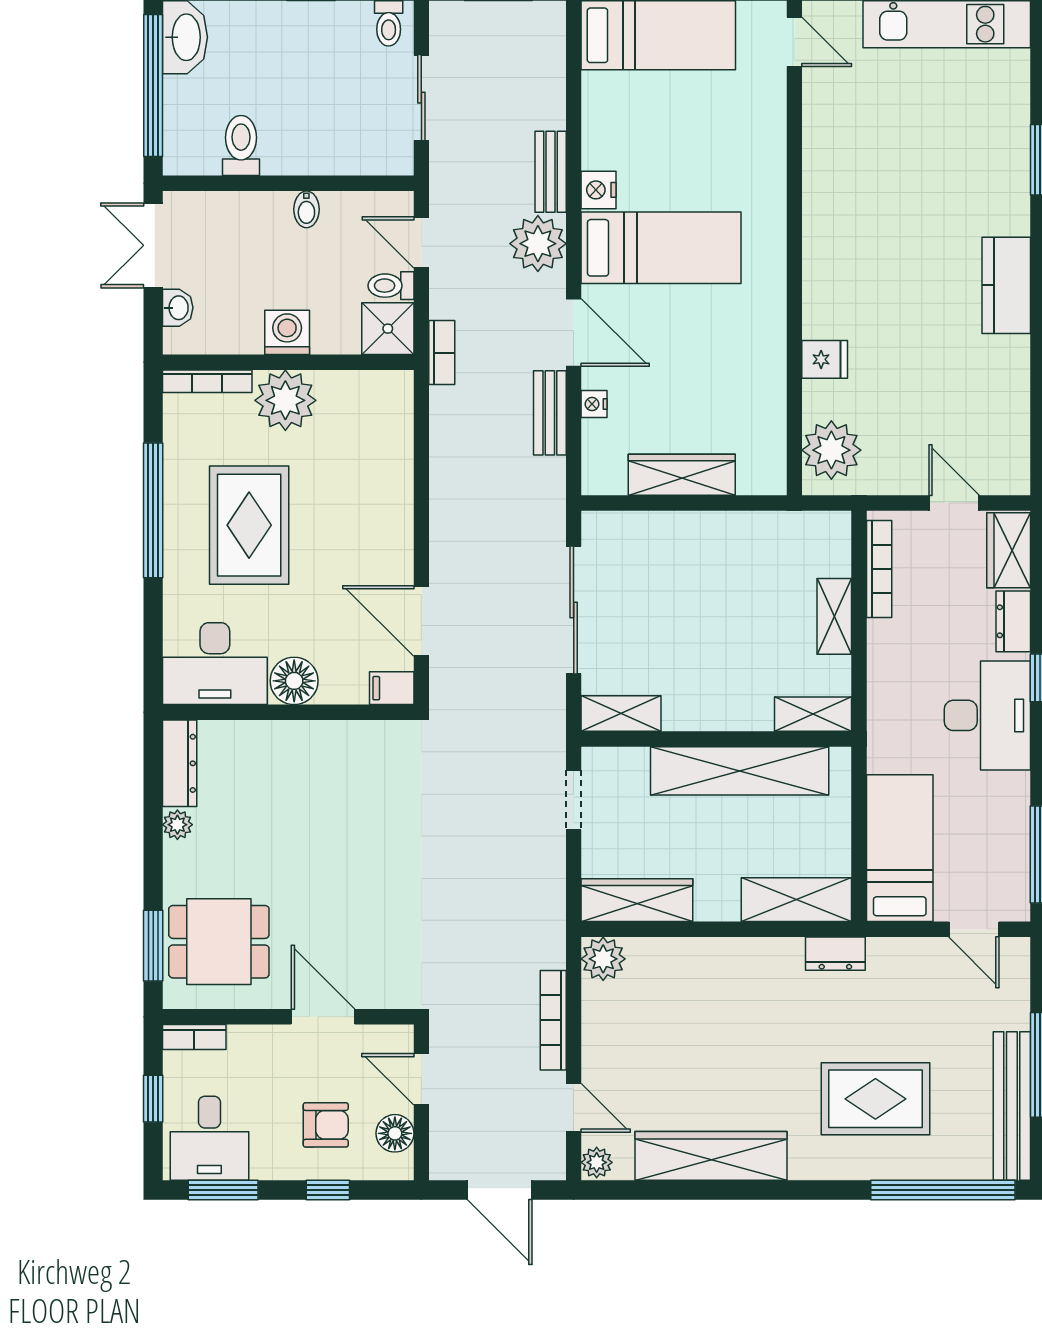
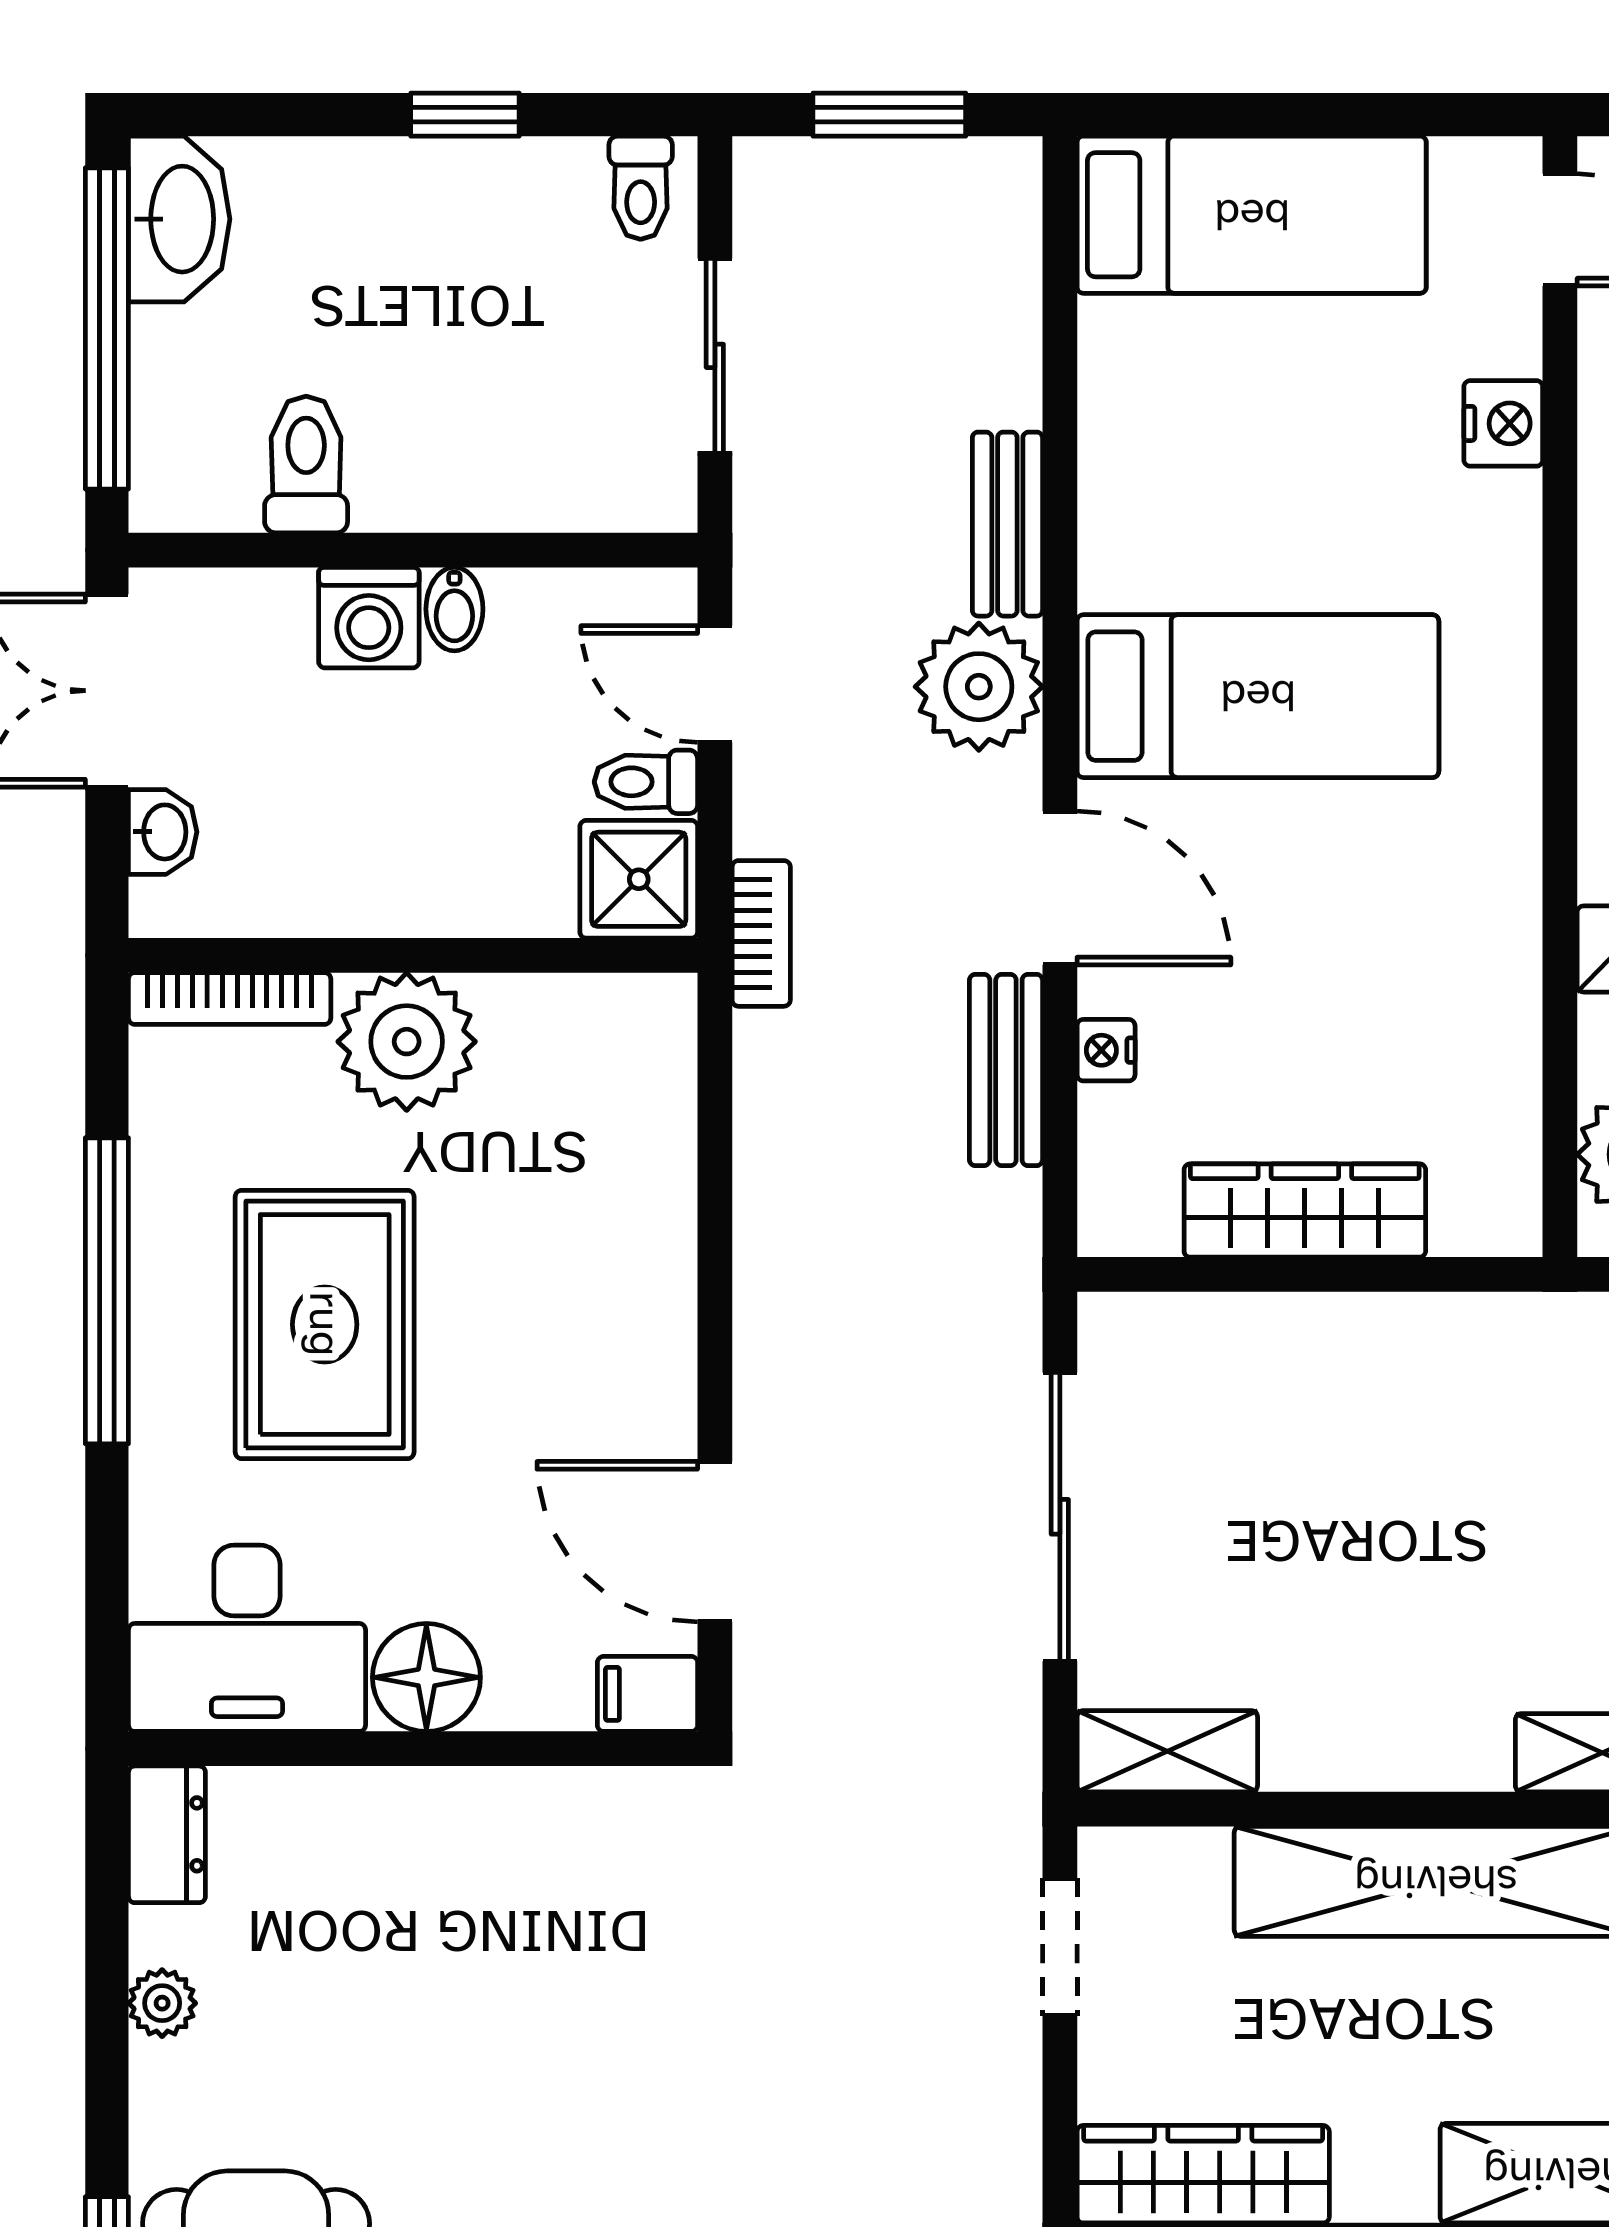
nightstand: (599, 190) -> (1503, 423), moved, turned 180
washing machine: (287, 332) -> (369, 618), moved, turned 180
dresser: (180, 763) -> (167, 1834), width x0.70

